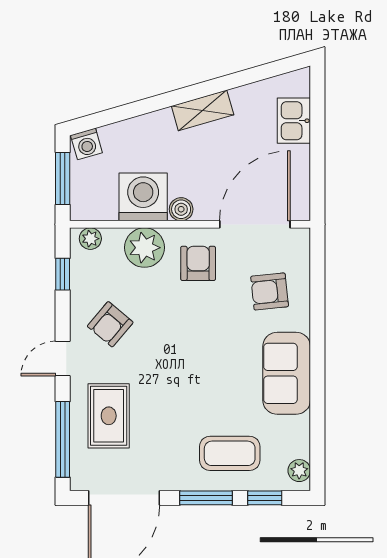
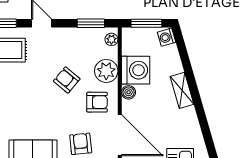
shelving: (203, 110) -> (182, 90), moved
window: (63, 274) -> (91, 23), width x1.50
armchair: (110, 324) -> (67, 80), moved

